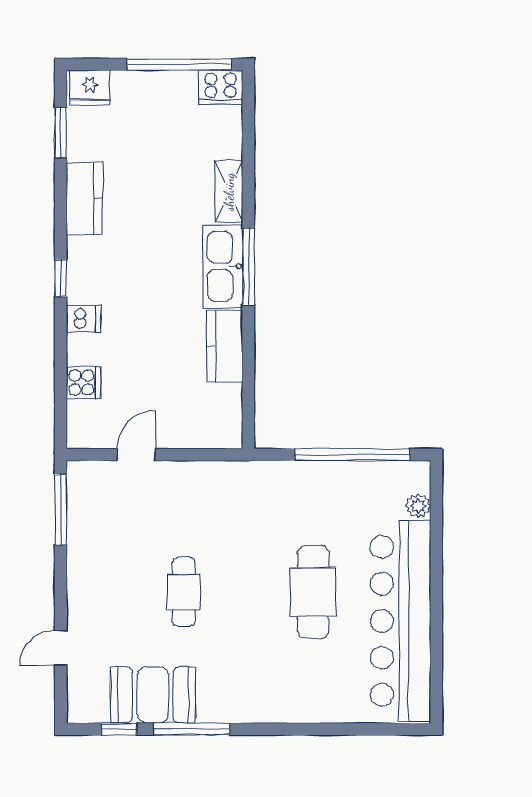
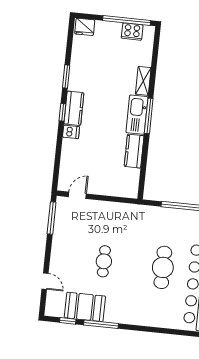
cooker: (221, 87) -> (132, 32), moved
window: (61, 133) -> (66, 77), moved
kitchen counter: (85, 199) -> (74, 108), moved
cooker: (83, 383) -> (68, 161), removed
door: (136, 455) -> (77, 195), moved
door: (61, 648) -> (45, 281), swing flipped

